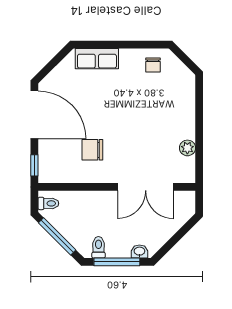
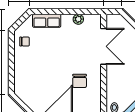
row of seats: (97, 59) -> (47, 21), moved, turned 90

